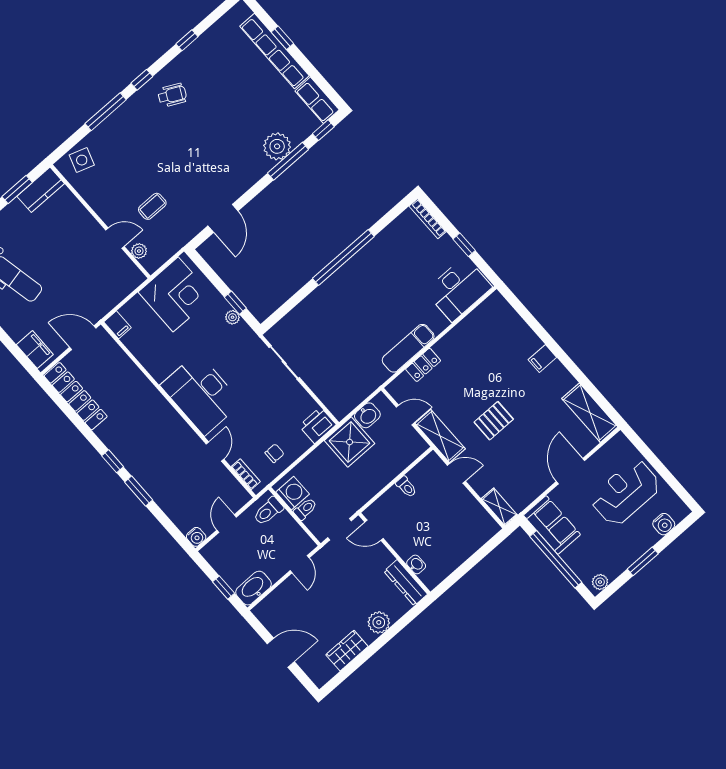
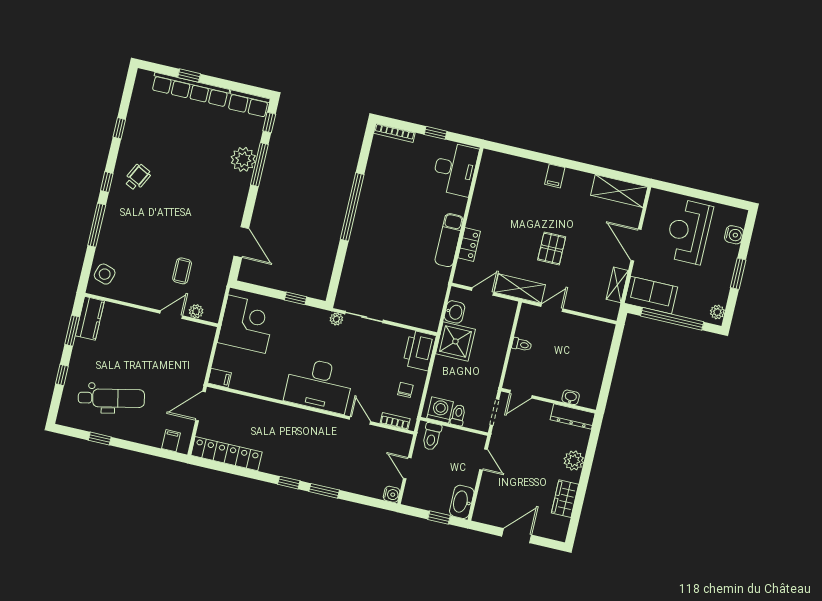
plant: (233, 317) -> (336, 319), moved
filing cabinet: (35, 350) -> (171, 441), width x0.50
printer: (317, 425) -> (419, 350), width x1.37, depth x1.19
shelving: (499, 507) -> (617, 285), moved, turned 90

